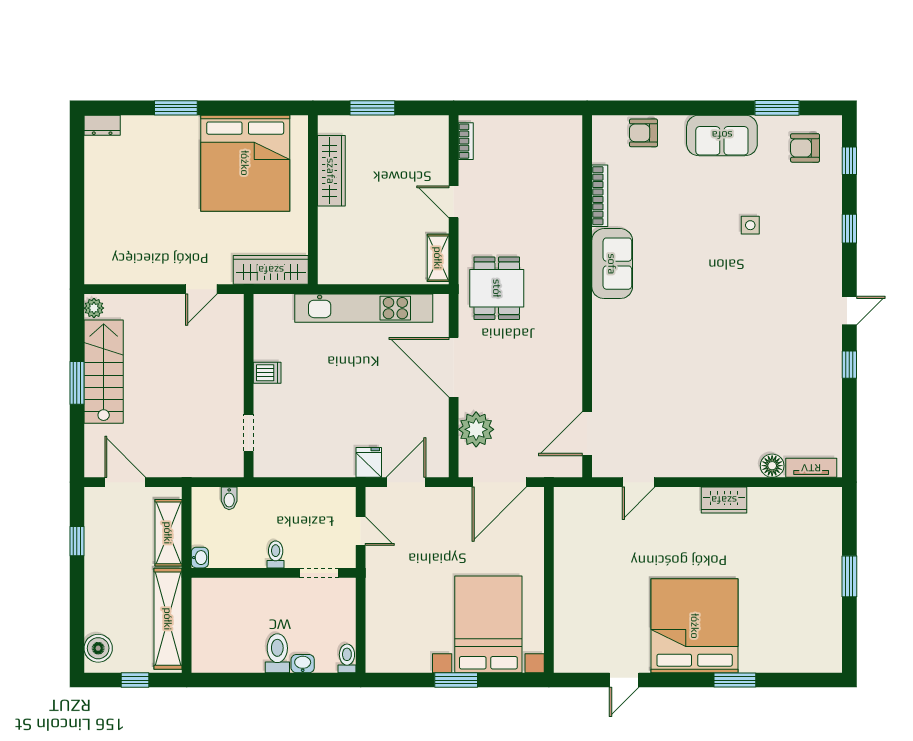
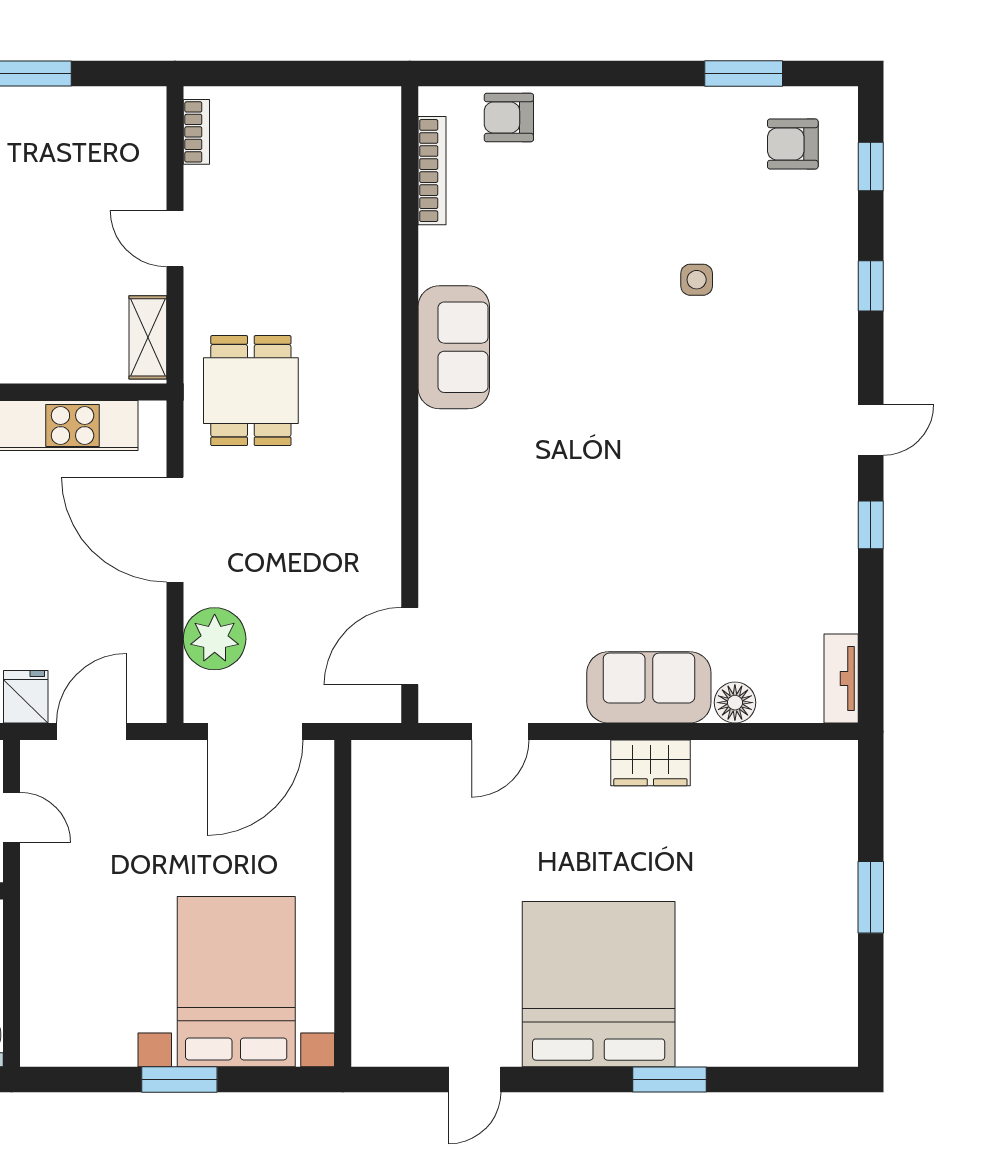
sofa: (722, 135) -> (649, 687), moved, turned 180
bookcase: (600, 196) -> (432, 171), moved
tv unit: (811, 468) -> (841, 679), moved, turned -90

